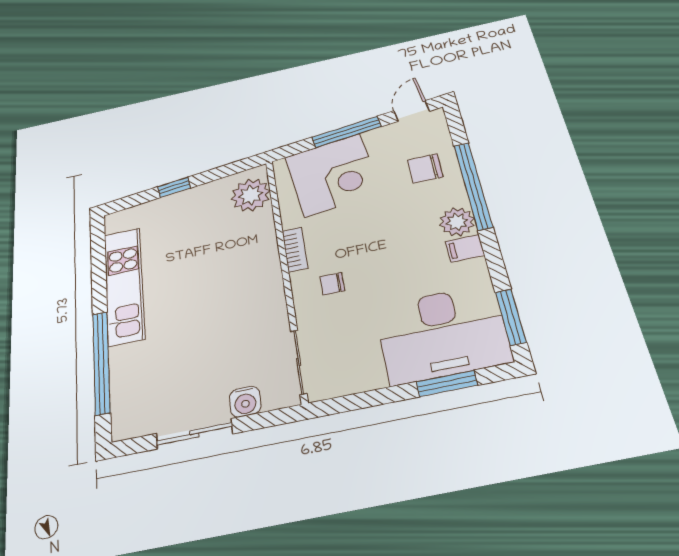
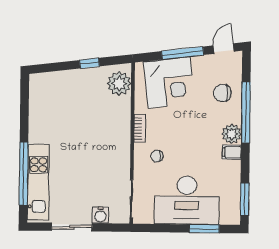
window: (174, 187) -> (89, 63), moved
kitchen unit: (124, 286) -> (38, 182), moved
desk: (442, 334) -> (187, 200), moved

